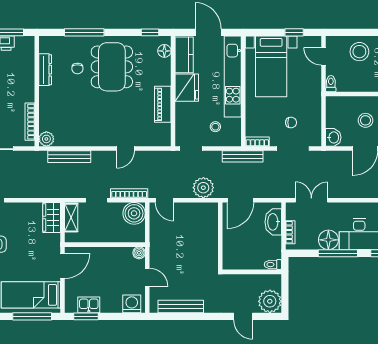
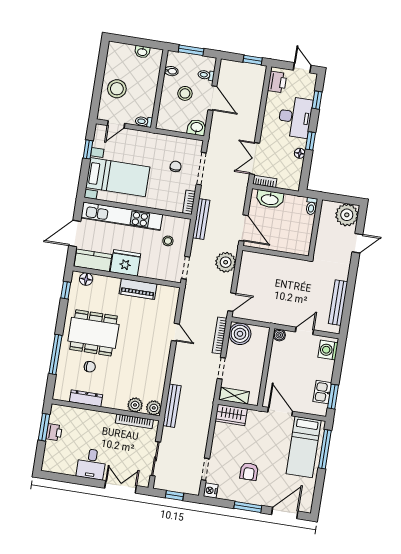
plant: (46, 120) -> (135, 405), added
bench: (69, 157) -> (172, 406), moved
bookcase: (290, 232) -> (265, 181), moved
floor lamp: (328, 240) -> (300, 153), width x0.53, depth x0.53
window: (338, 253) -> (310, 141), width x0.46

